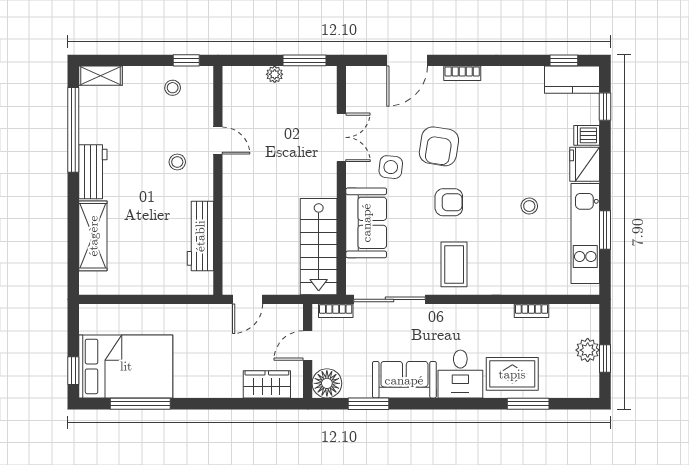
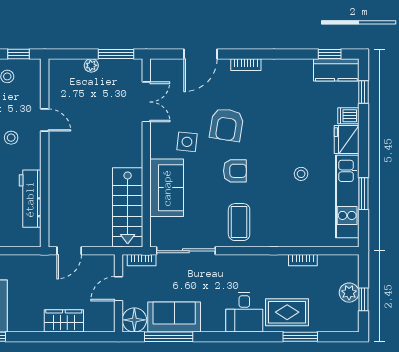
double door: (341, 137) -> (146, 102), moved
sofa: (404, 380) -> (174, 317), moved
wardrobe: (267, 384) -> (64, 321), moved
window: (369, 404) -> (169, 337), width x1.44

